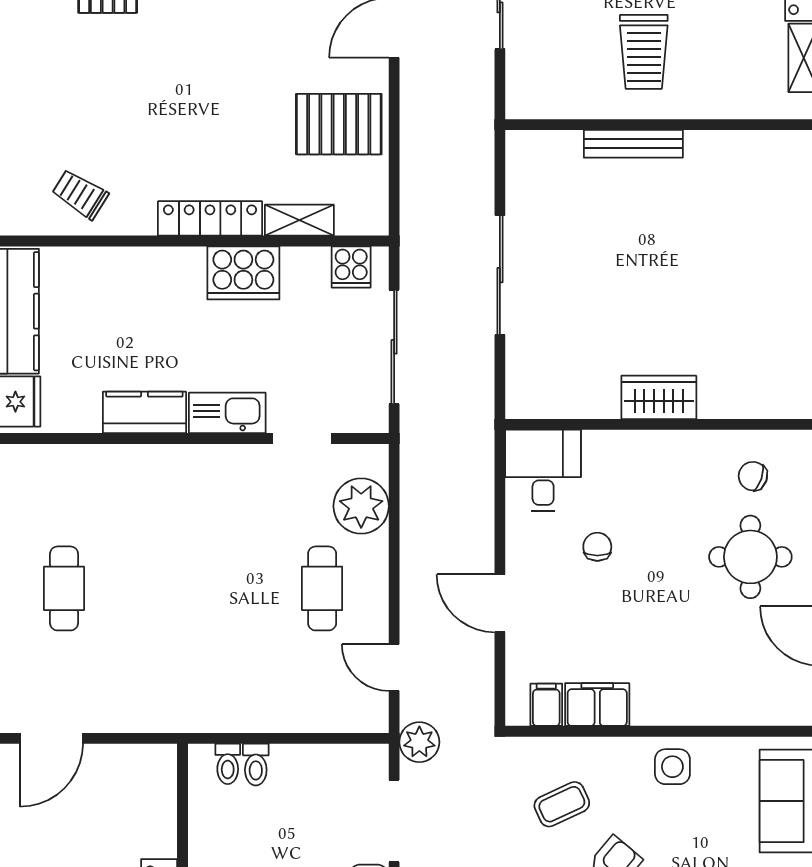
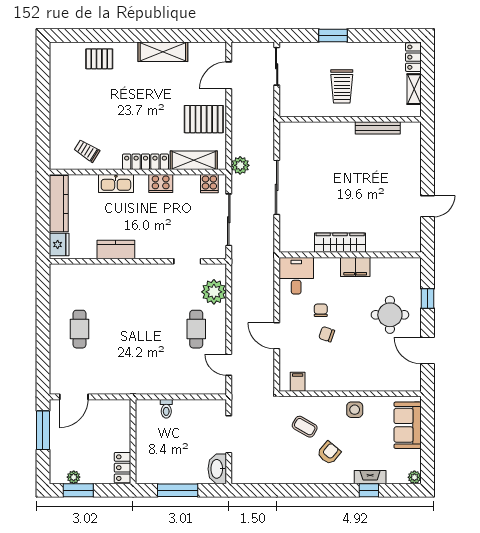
bench: (633, 144) -> (378, 128), moved
shelving: (299, 220) -> (194, 160), width x1.50, depth x1.33
cooker: (243, 273) -> (161, 183), width x0.73, depth x0.76
wardrobe: (659, 397) -> (340, 243), width x1.50
kitchen sink: (227, 413) -> (116, 183), moved, turned 180
chair: (753, 476) -> (327, 334), moved
filing cabinet: (597, 705) -> (355, 267), moved, turned 180
plant: (419, 742) -> (240, 165), moved
toilet: (228, 764) -> (154, 408), removed
coffee table: (562, 804) -> (305, 427), turned 55

